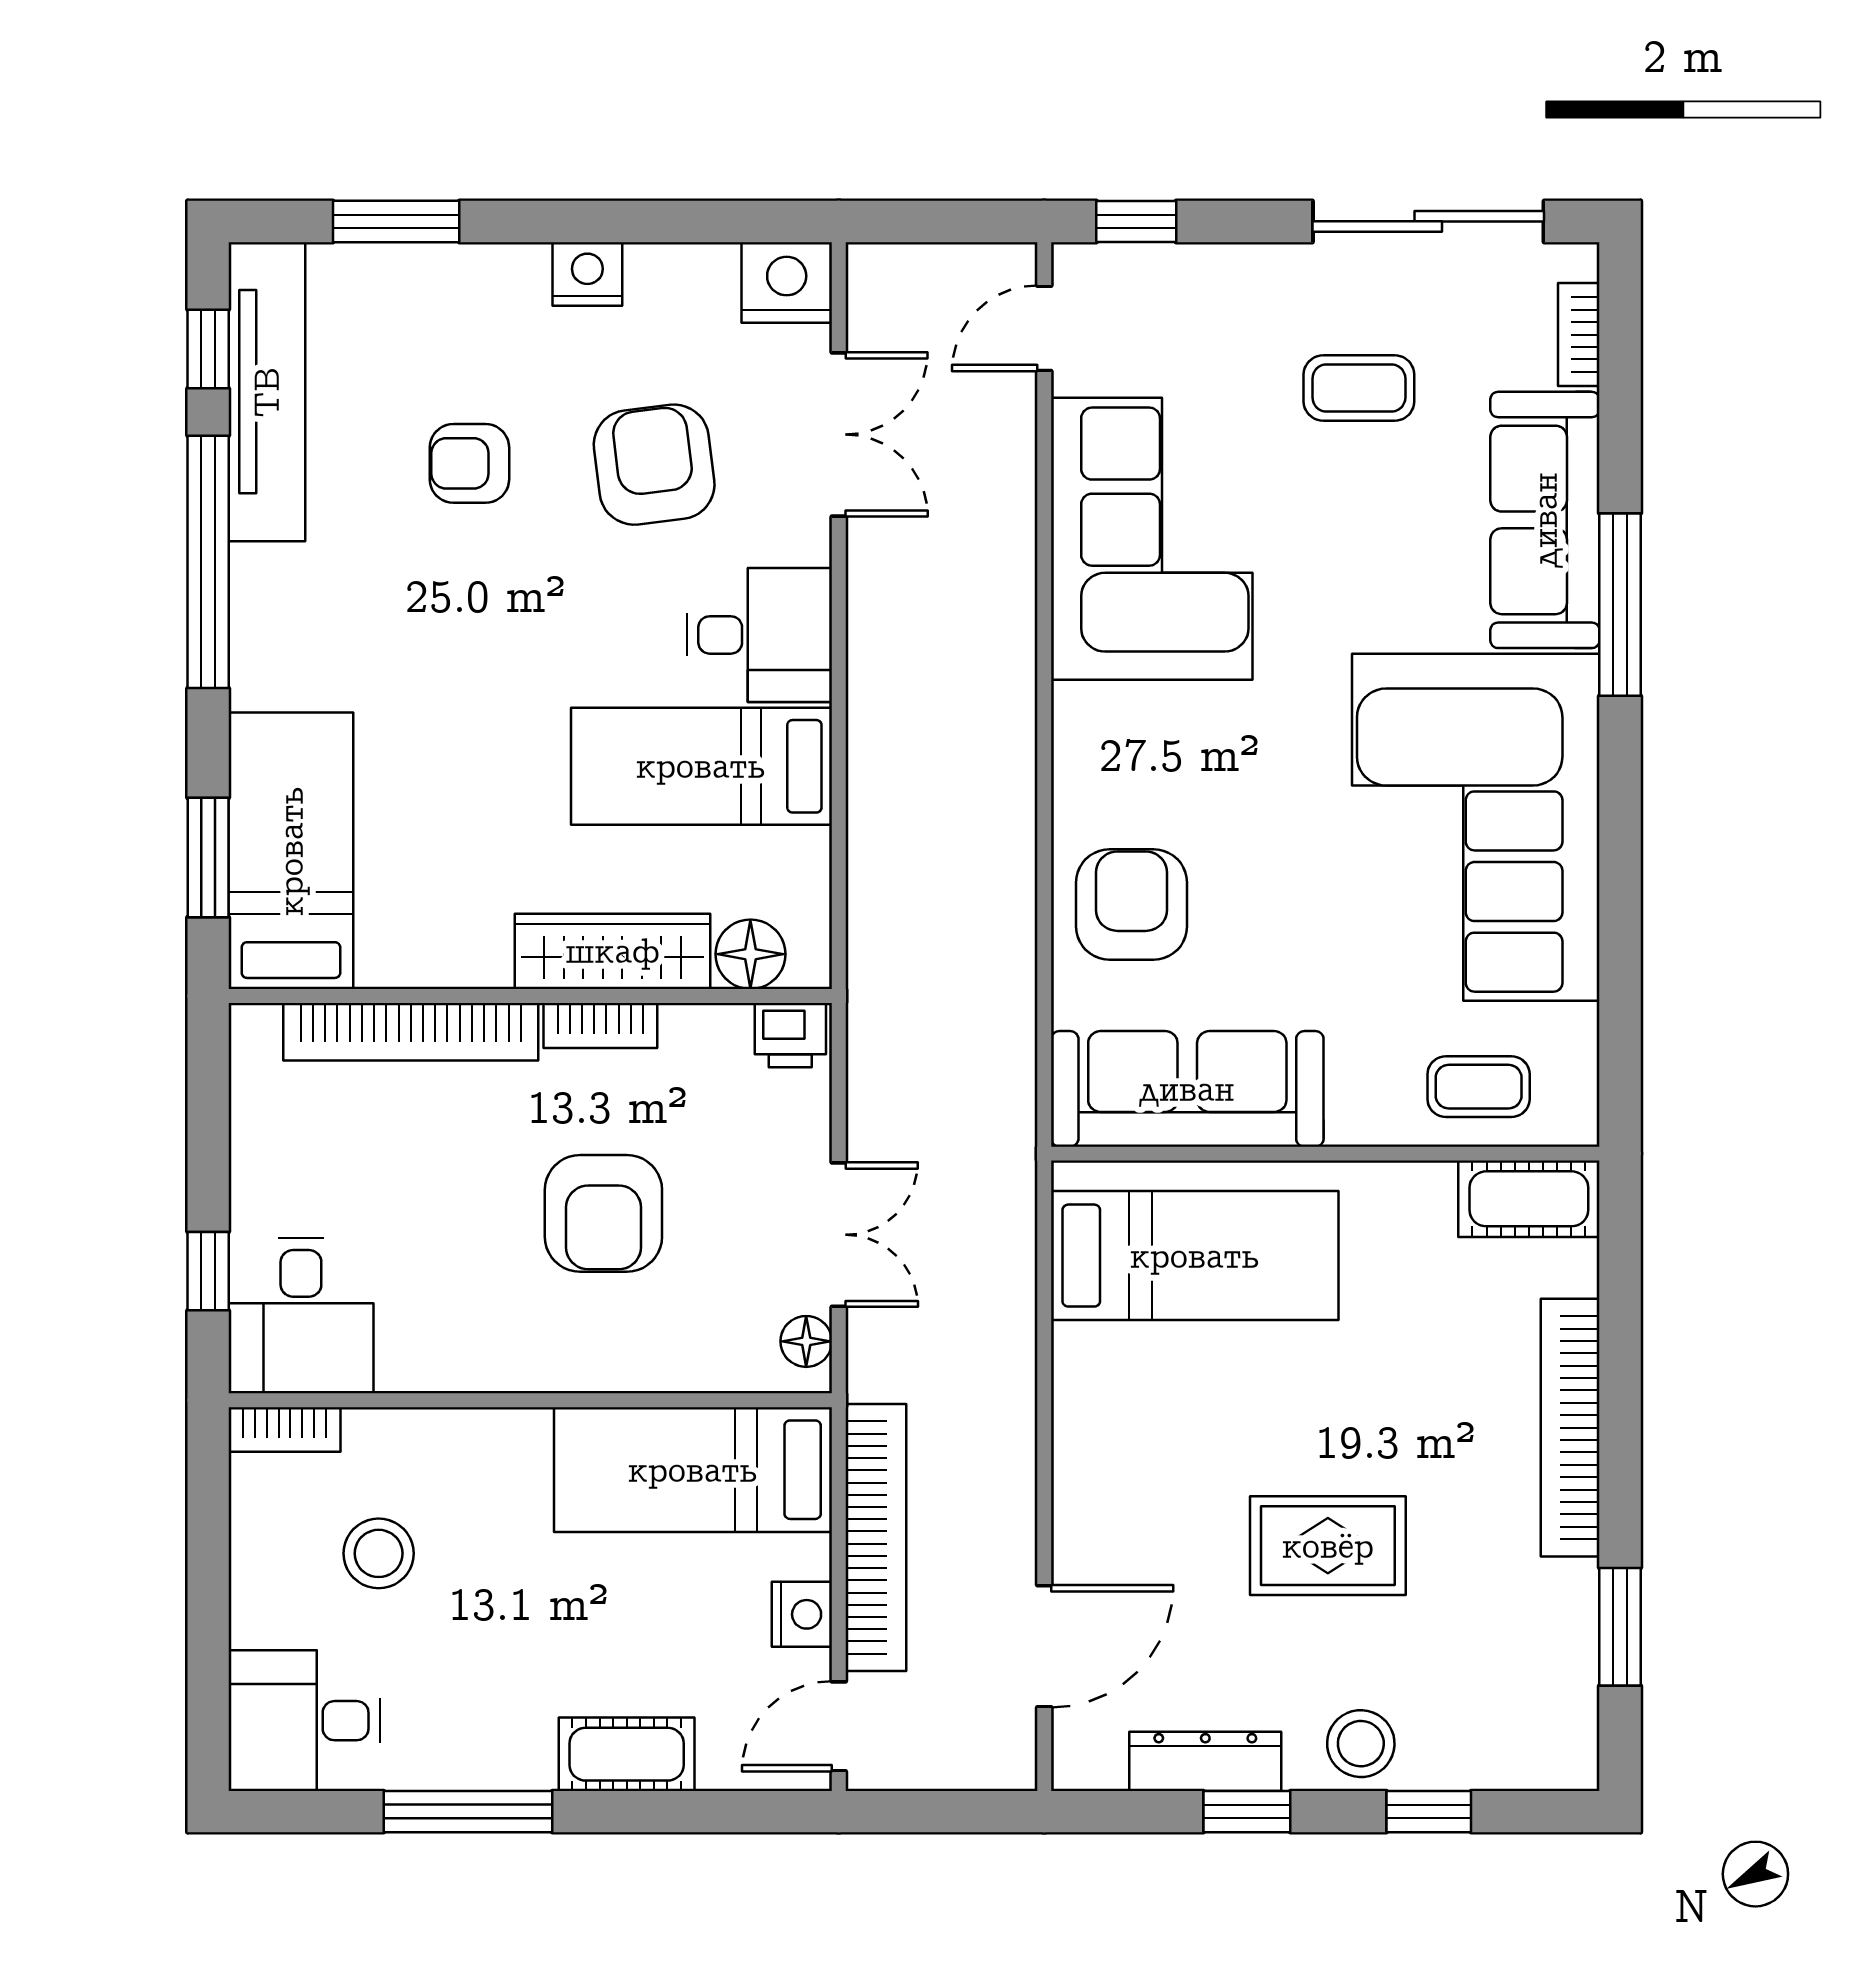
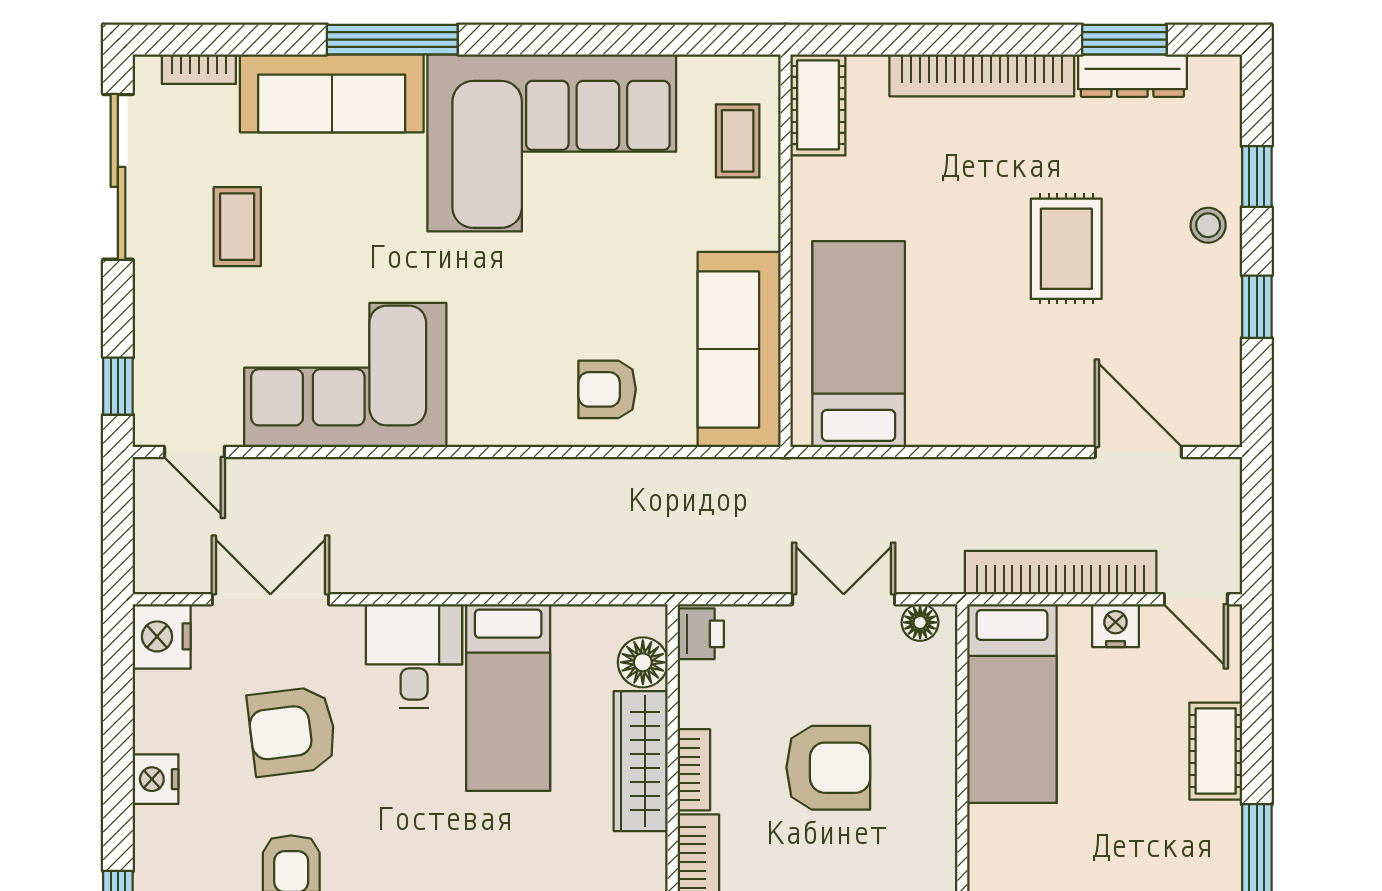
armchair: (1132, 904) -> (607, 389), width x0.72, depth x0.72
stool: (1361, 1744) -> (1208, 225), width x0.73, depth x0.73
dresser: (1205, 1761) -> (1132, 76), moved, turned -90

